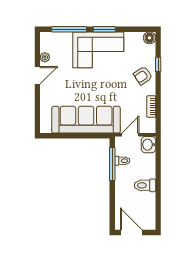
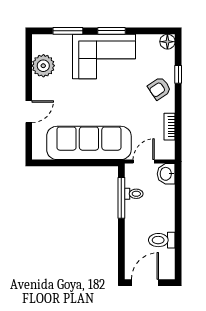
window: (69, 29) -> (68, 31), width x0.69
plant: (45, 57) -> (43, 66), width x1.88, depth x1.88
door: (37, 75) -> (29, 112), moved
toilet: (145, 185) -> (162, 240), moved
door: (131, 233) -> (145, 283), hinge flipped

